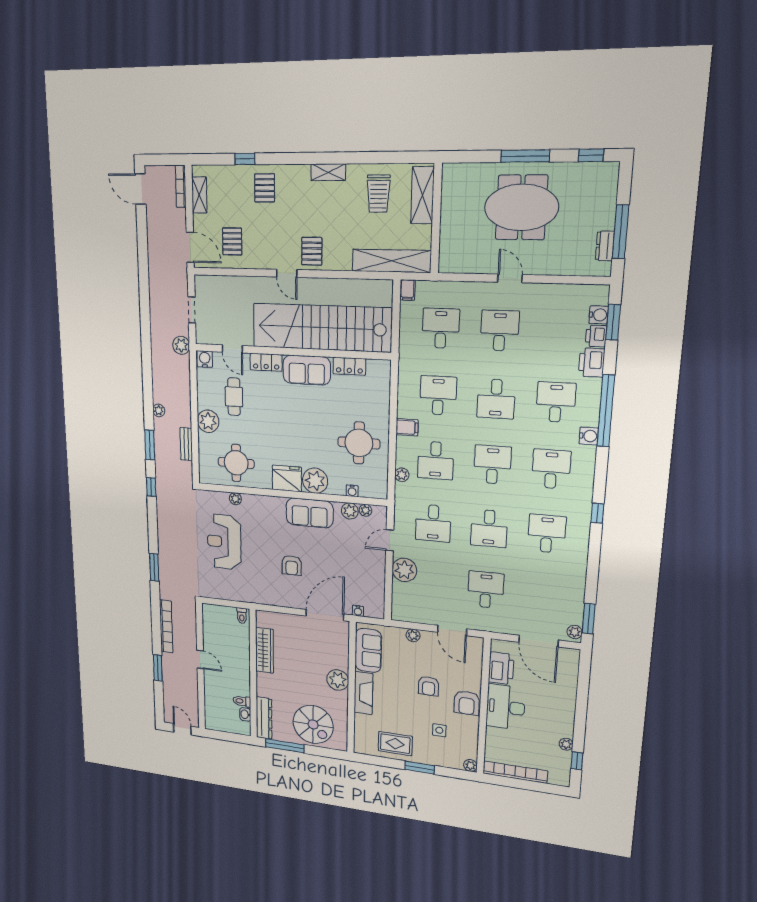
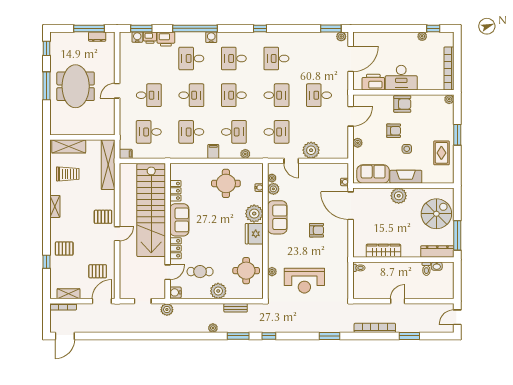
desk: (500, 331) -> (149, 95), turned 180
side table: (439, 730) -> (407, 149), moved

